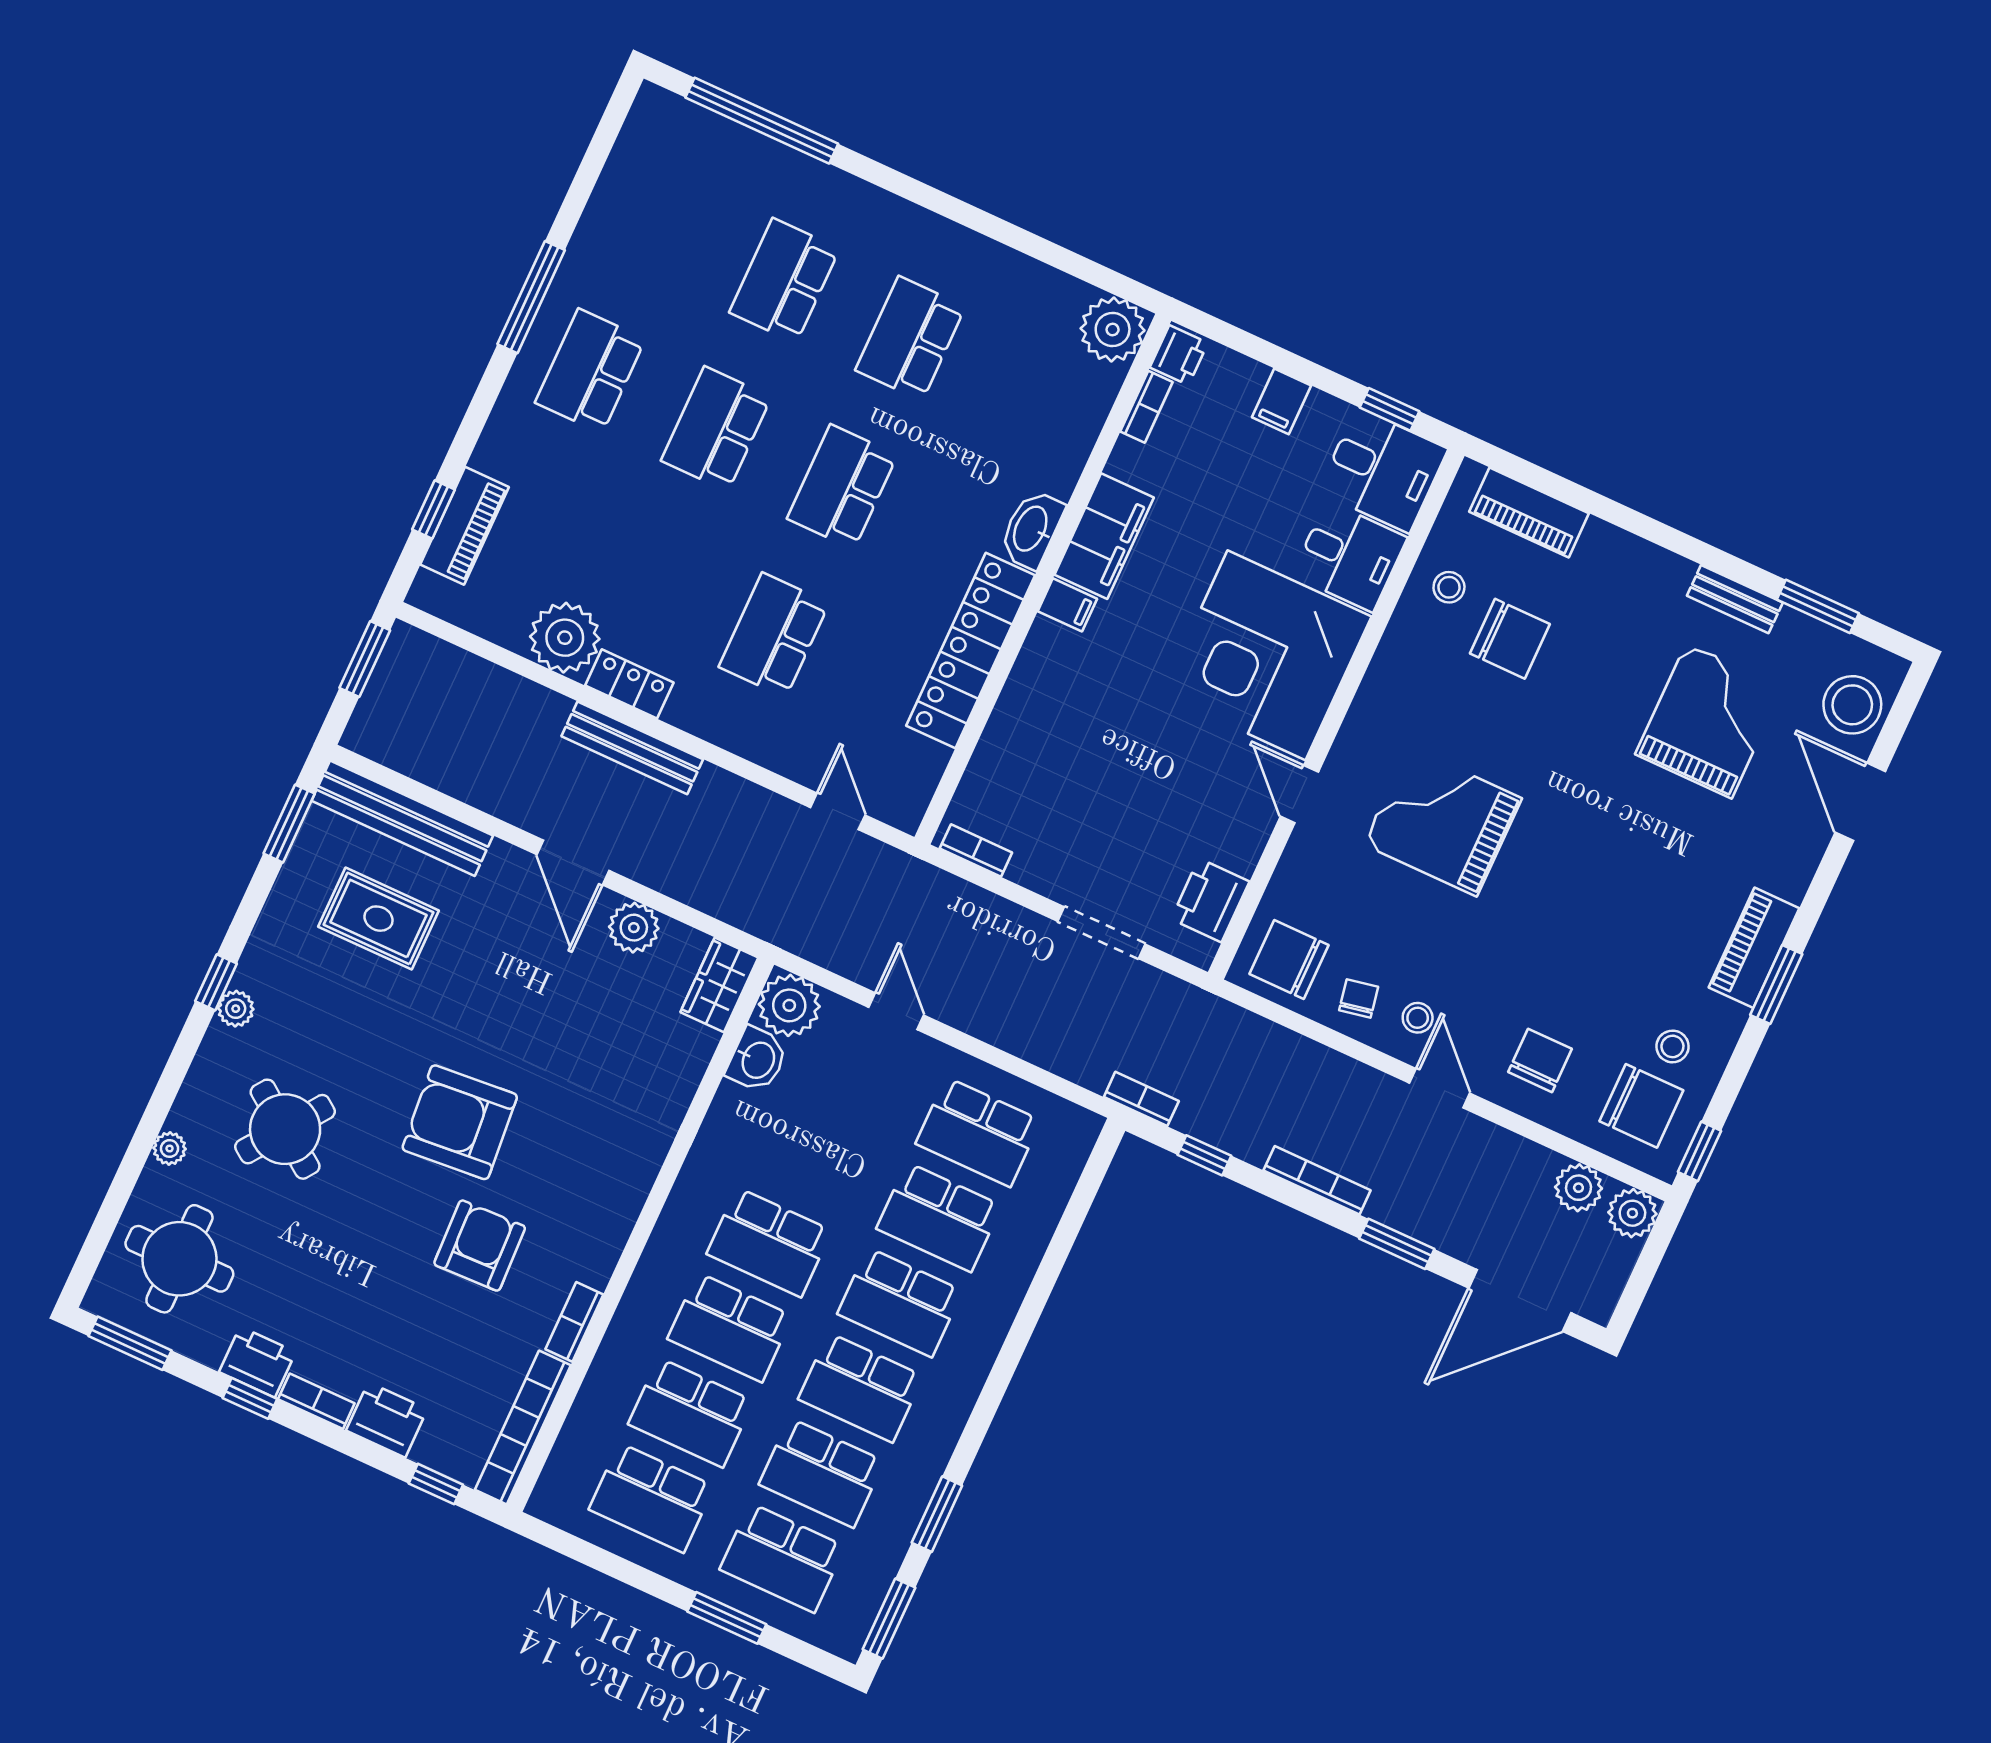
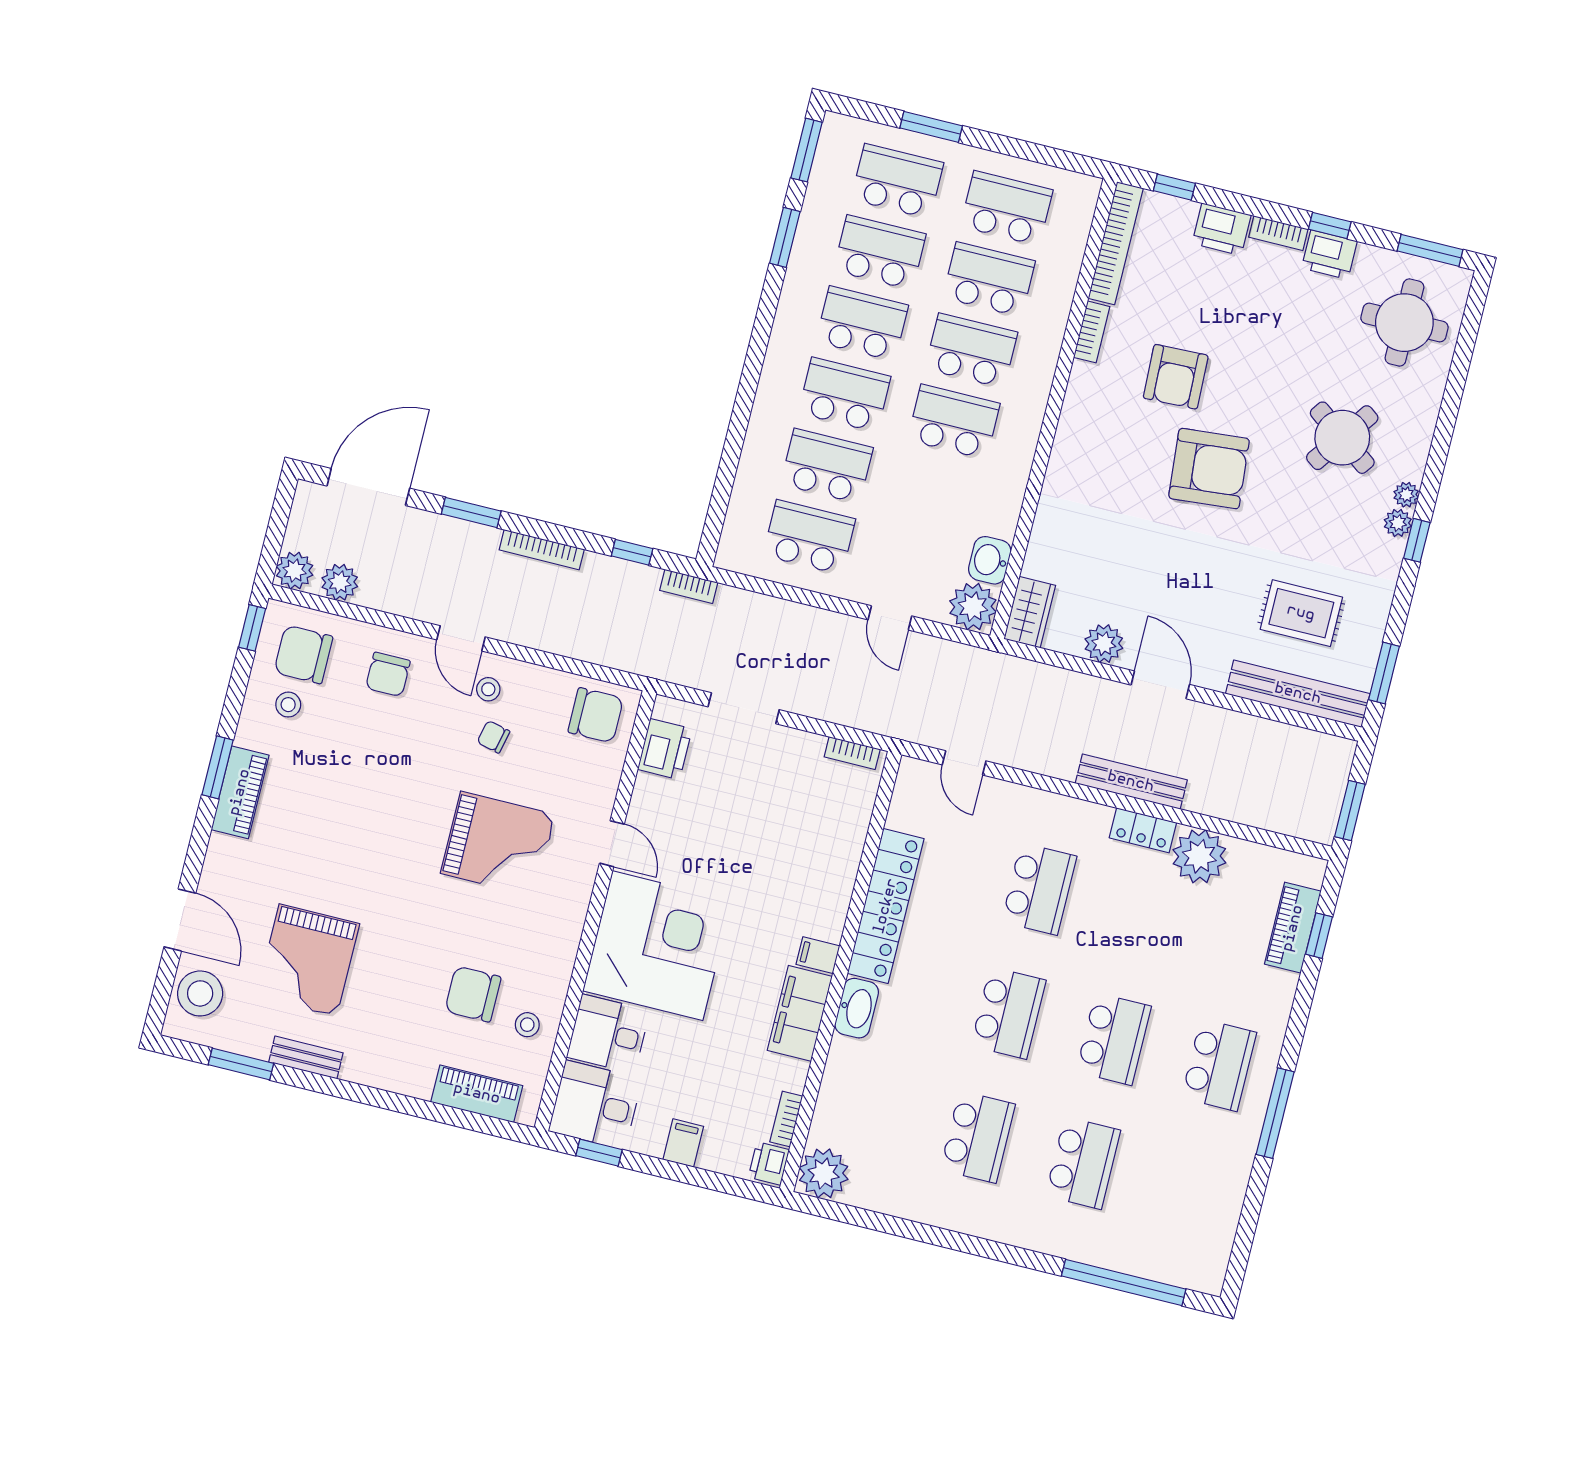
chair: (1359, 999) -> (493, 737), moved, turned 114
plant: (170, 1149) -> (1406, 495), moved

